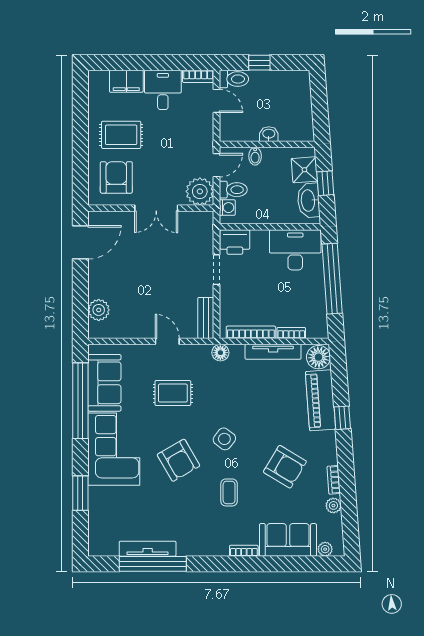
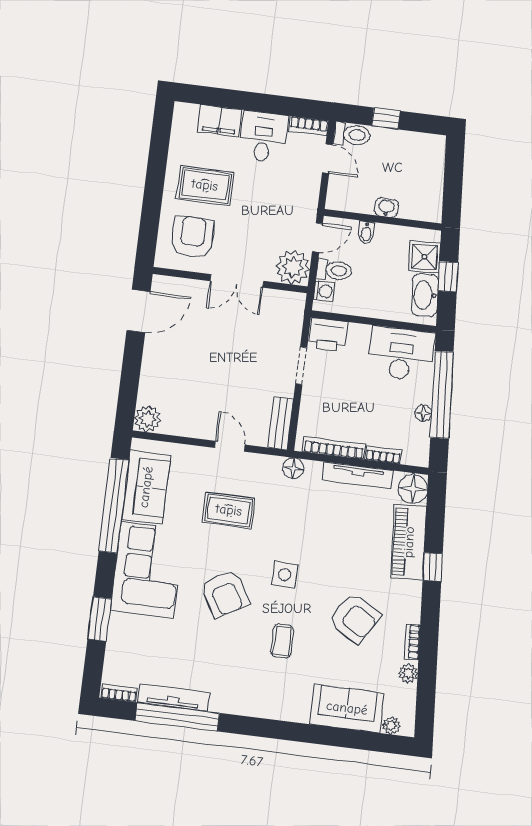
floor lamp: (319, 295) -> (423, 413), added
plant: (99, 310) -> (148, 419), moved
side table: (224, 439) -> (285, 575), turned -37
bookcase: (244, 551) -> (119, 693), moved

